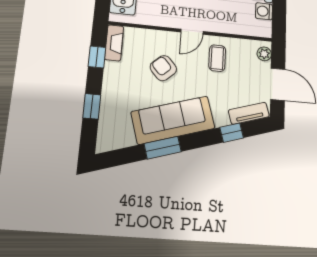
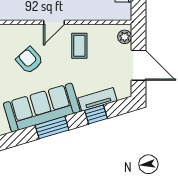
tv unit: (249, 113) -> (97, 99), moved
window: (163, 148) -> (52, 128), moved

